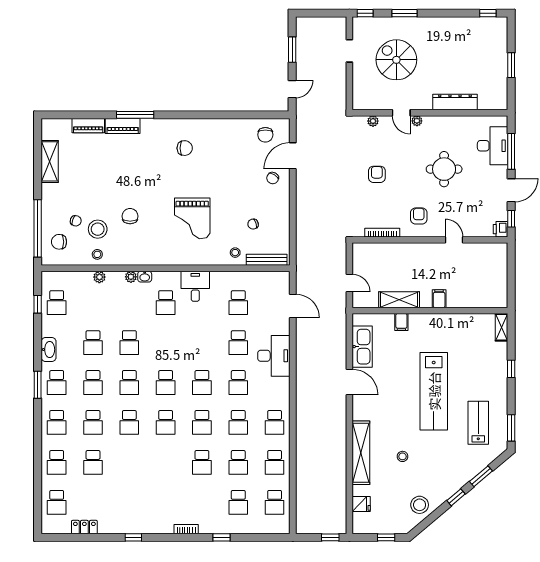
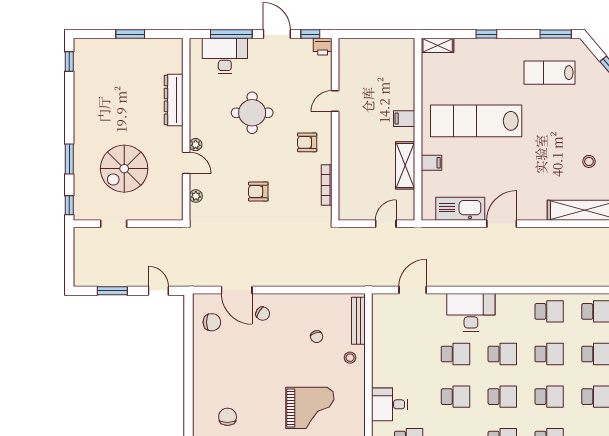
door: (401, 113) -> (186, 163), hinge flipped
school desk: (238, 303) -> (455, 397), moved
lab bench: (434, 391) -> (476, 121), moved, turned 180

